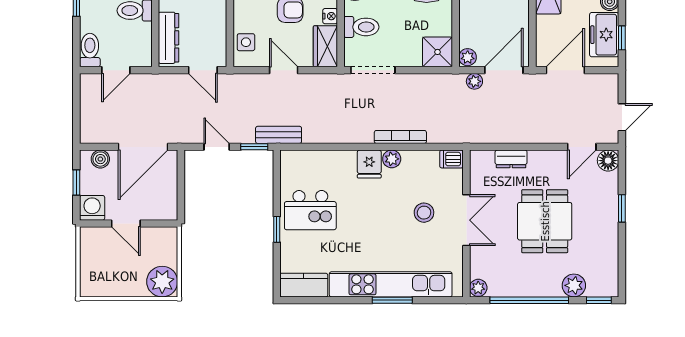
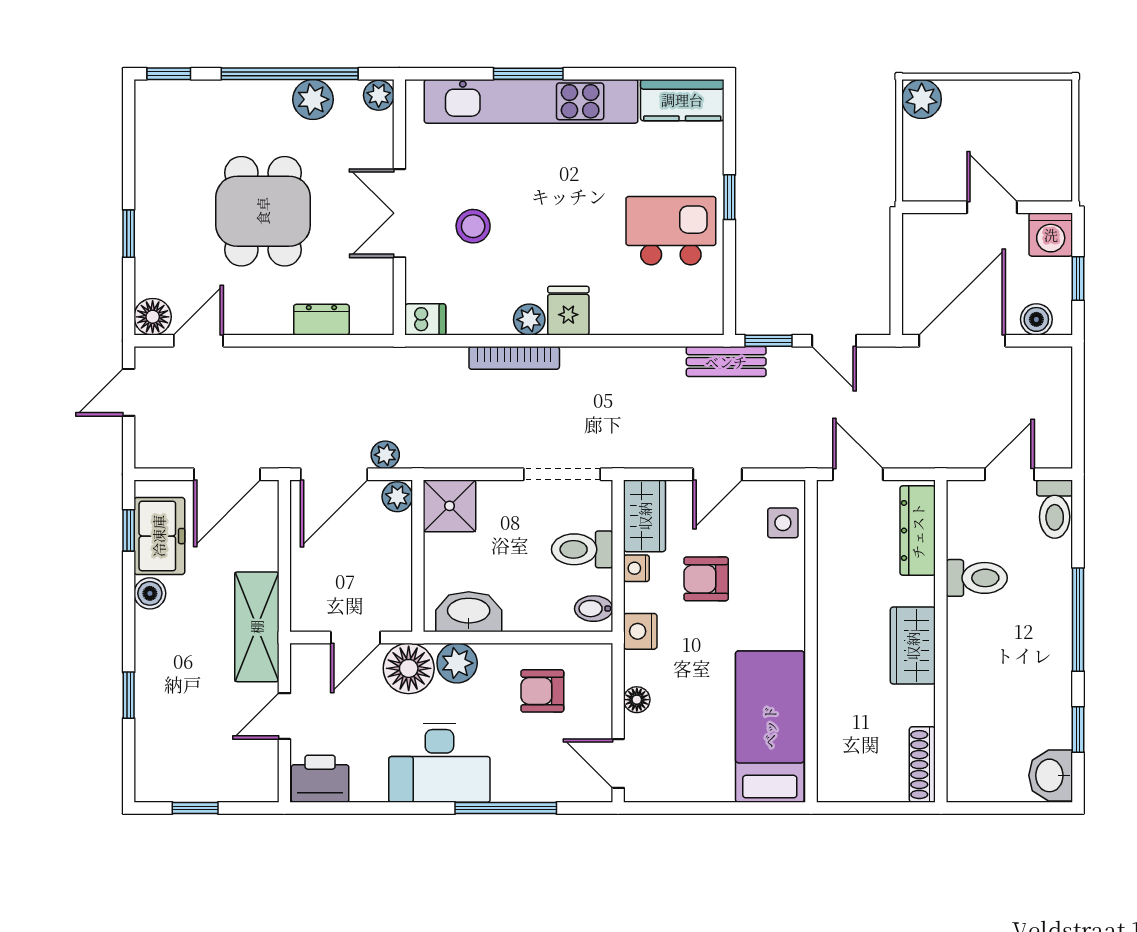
door: (284, 70) -> (717, 474), hinge flipped
plant: (162, 282) -> (922, 99), width x0.73, depth x0.73
plant: (574, 285) -> (313, 99), moved

